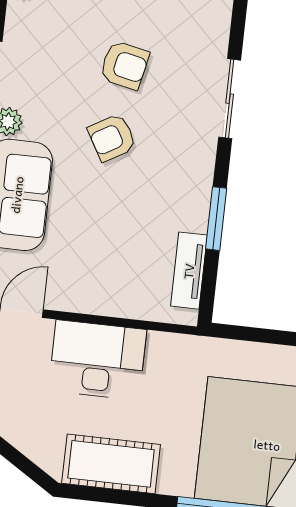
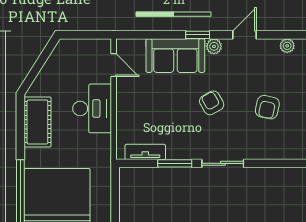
armchair: (124, 65) -> (267, 107), moved
sliding door: (230, 99) -> (223, 163), moved

